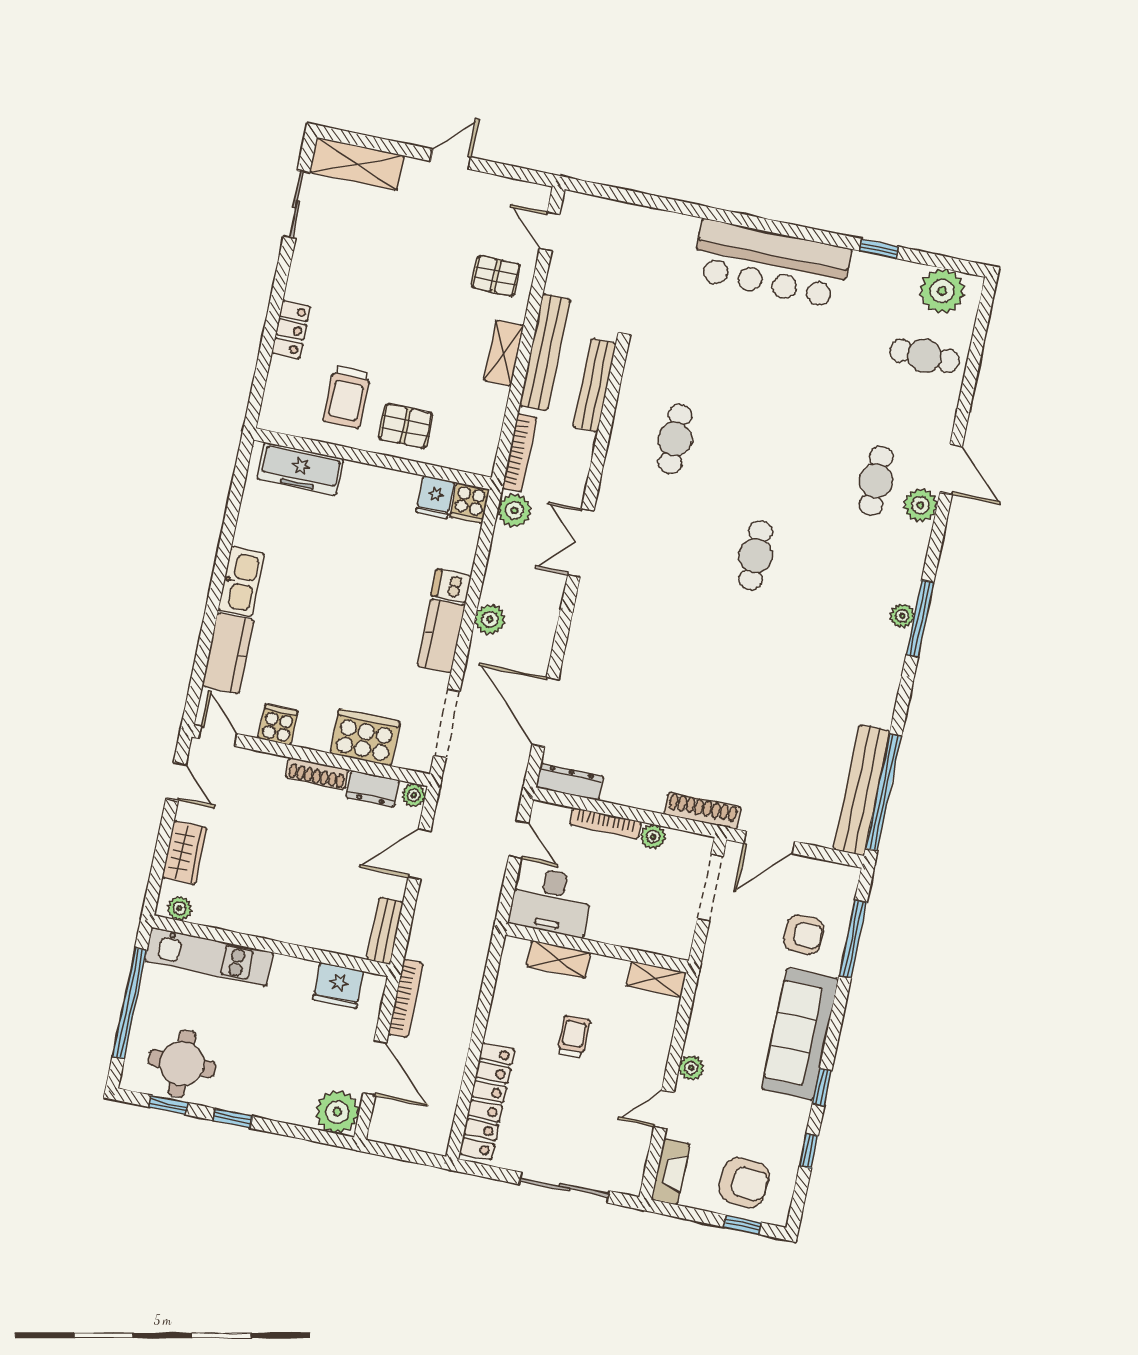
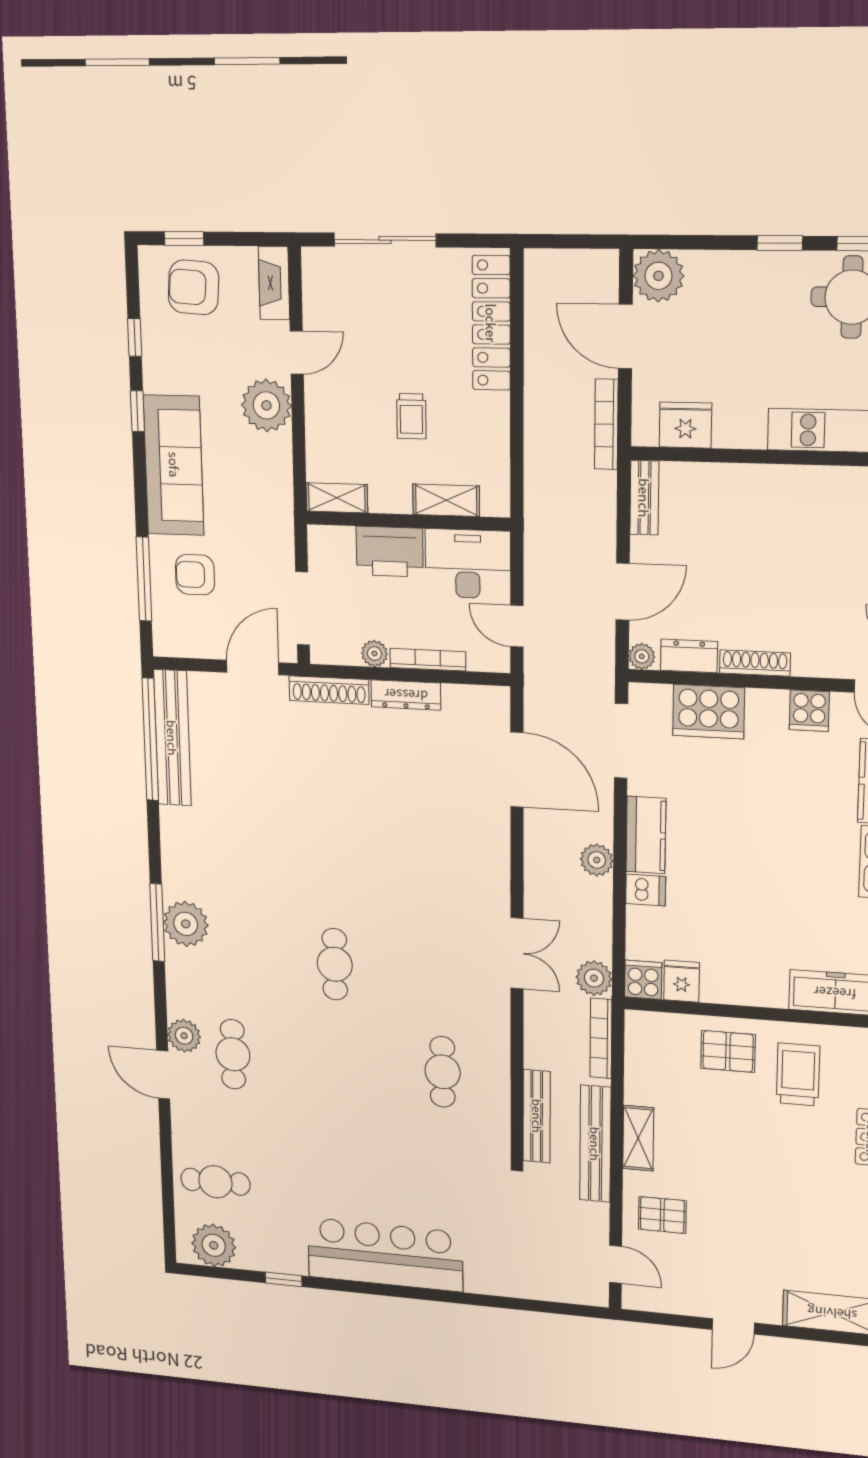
plant: (902, 616) -> (186, 924), width x1.87, depth x1.87
dresser: (570, 782) -> (406, 695), moved
printer: (619, 924) -> (390, 552), added
plant: (691, 1068) -> (266, 405), width x1.87, depth x1.87

